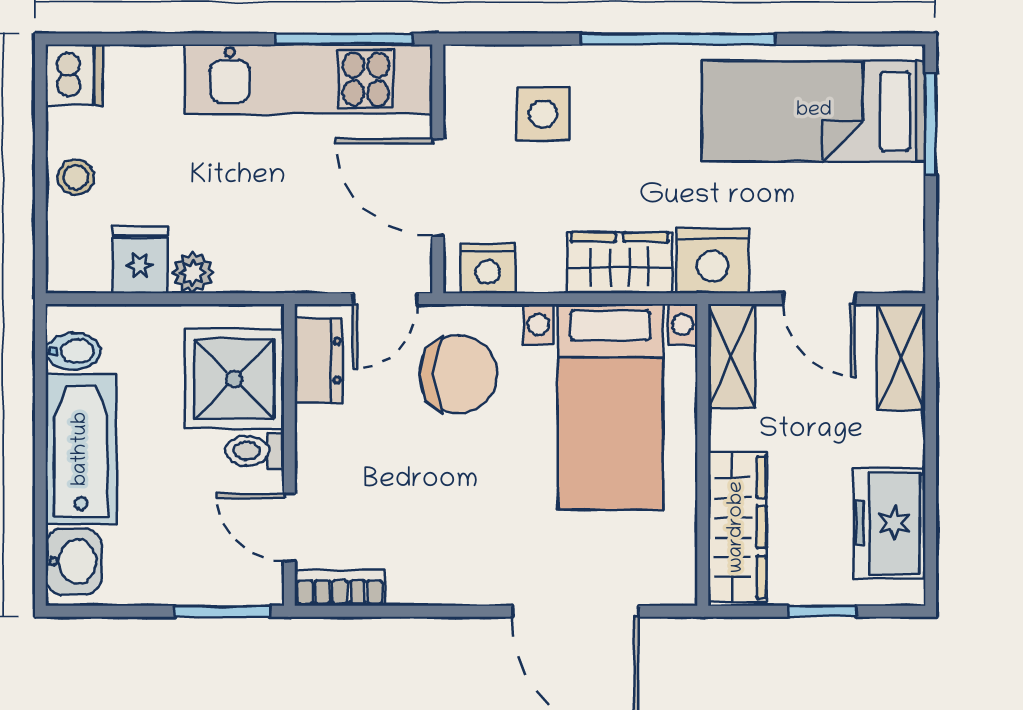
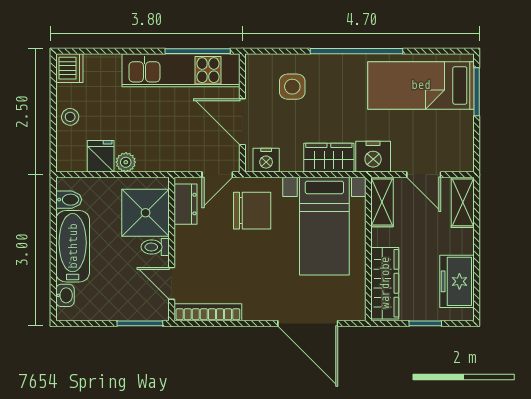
washbasin: (74, 562) -> (65, 295), width x0.72, depth x0.69
bookcase: (340, 588) -> (208, 312), width x1.56

